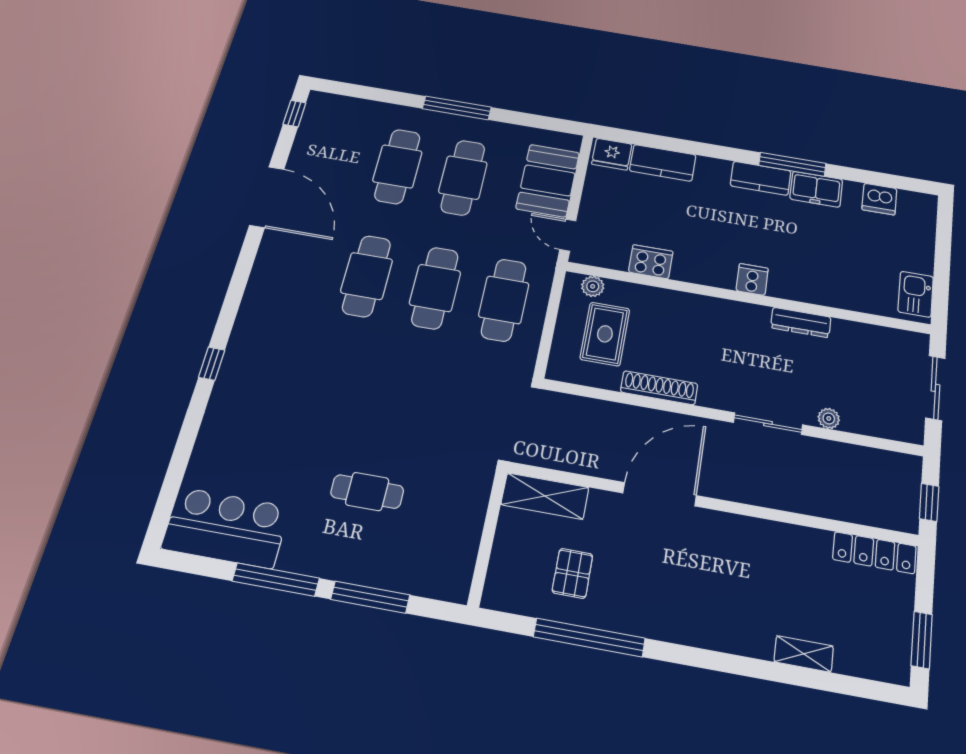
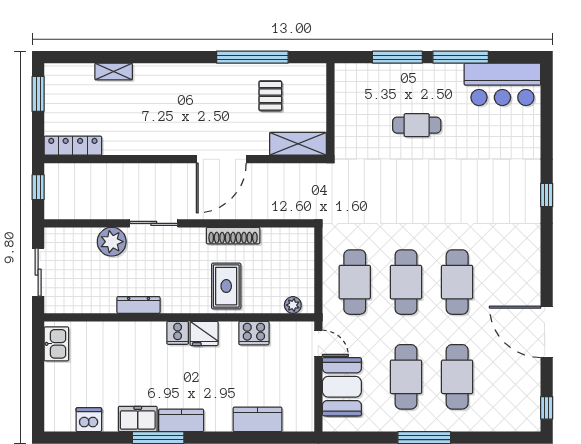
fridge: (612, 154) -> (204, 333), moved, turned 180
rug: (605, 334) -> (226, 286), moved
plant: (829, 418) -> (112, 242), width x1.88, depth x1.88

